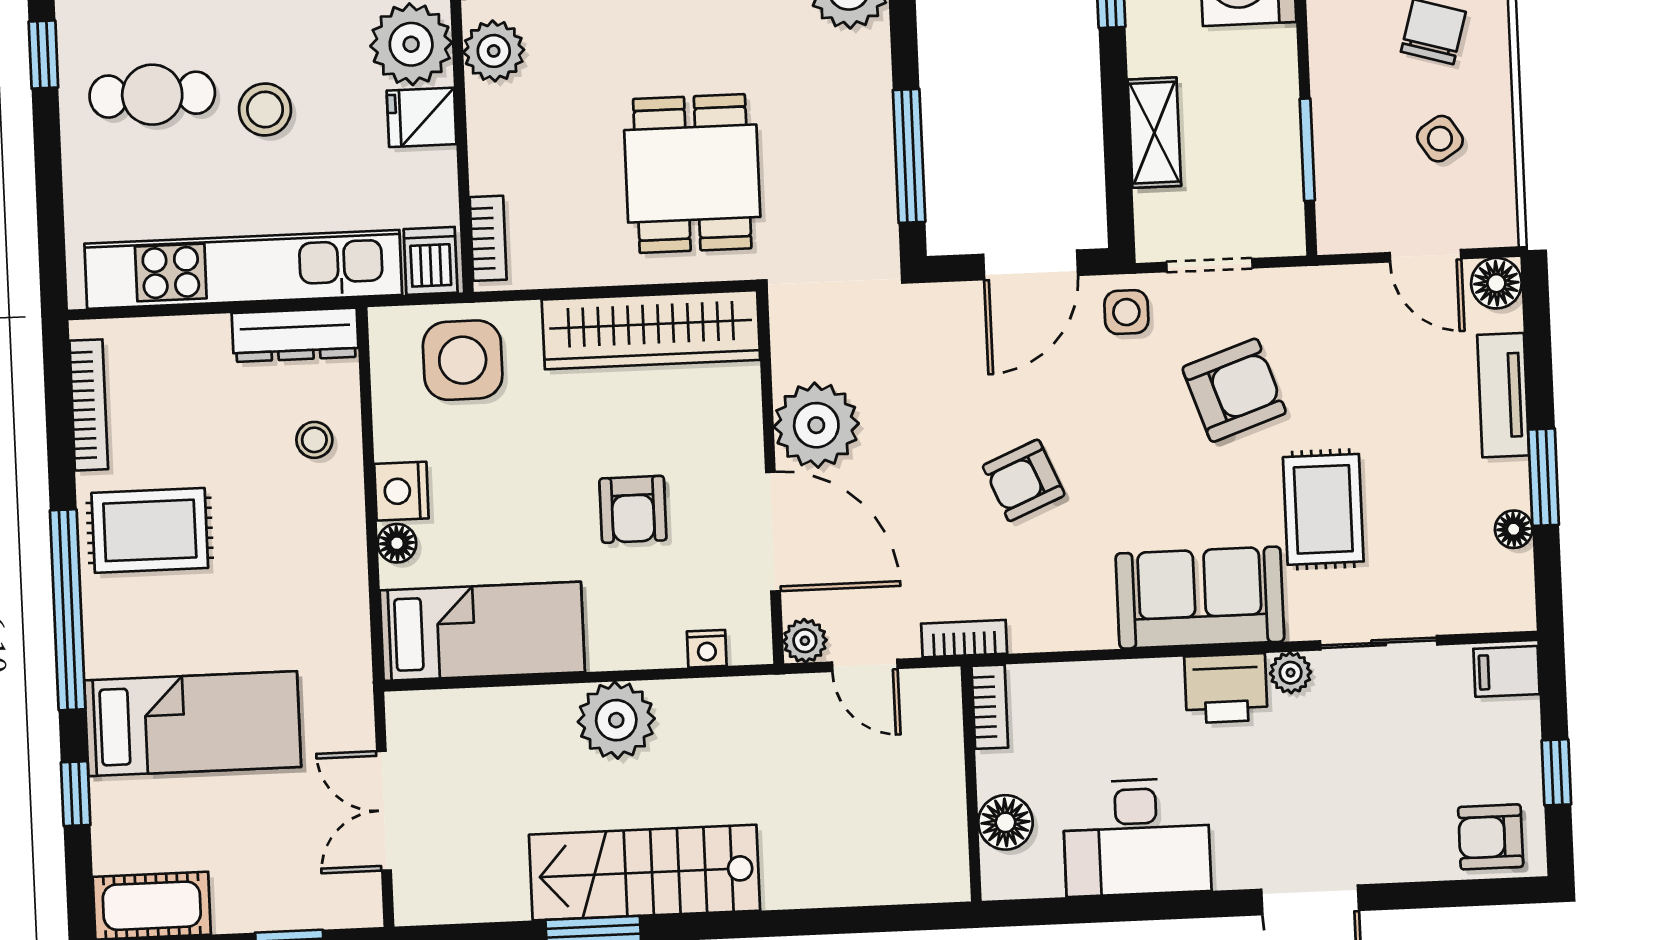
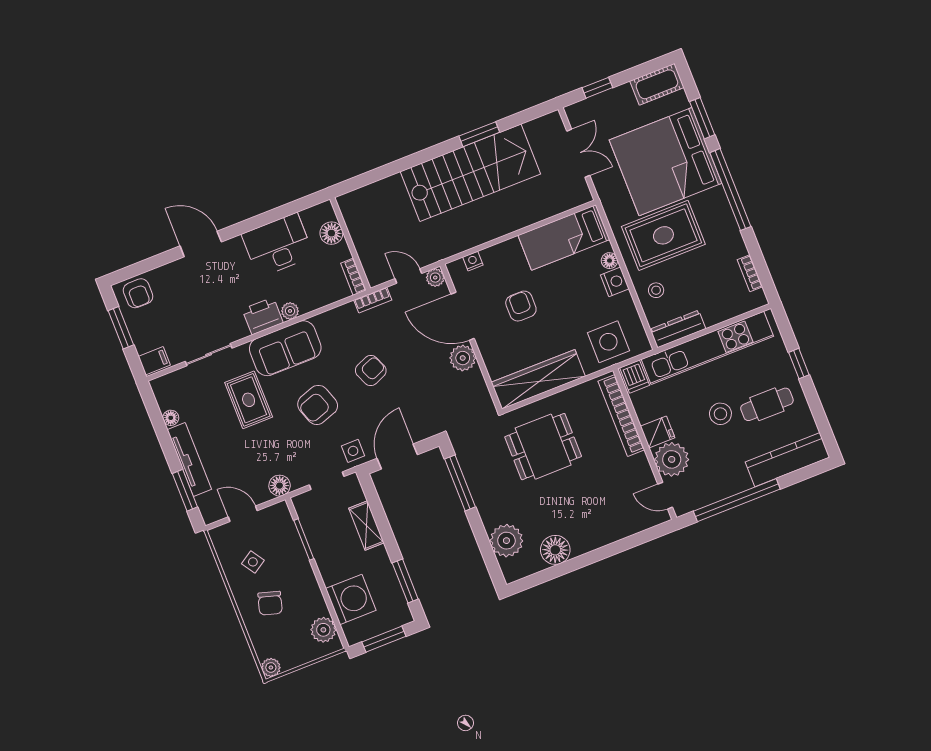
plant: (494, 51) -> (638, 468), removed
window: (43, 55) -> (799, 364), moved
dining table: (692, 174) -> (543, 447), turned 90
bookcase: (488, 238) -> (621, 415), width x2.31, depth x1.31
floor lamp: (1496, 283) -> (280, 486), moved
armchair: (1234, 390) -> (318, 405), moved
tv unit: (1503, 395) -> (189, 460), width x1.41
bookcase: (89, 405) -> (750, 273), width x0.64
plant: (816, 425) -> (463, 358), width x0.73, depth x0.73
window: (1544, 477) -> (185, 490), moved
rug: (150, 530) -> (663, 235), moved, width x1.36, depth x1.43
plant: (1291, 673) -> (290, 311), moved
plant: (616, 720) -> (499, 221), removed
bed: (193, 724) -> (666, 162), width x2.04
window: (1556, 772) -> (121, 328), width x1.50
window: (76, 794) -> (702, 118), width x1.50
armchair: (1491, 837) -> (138, 293), turned 90
stairs: (645, 873) -> (470, 173), width x1.36, depth x1.51

